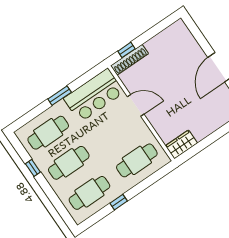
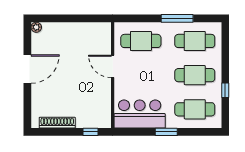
shoe rack: (130, 60) -> (57, 123), moved
door: (136, 105) -> (113, 66), moved
wardrobe: (181, 144) -> (98, 30), removed
window: (119, 202) -> (177, 18), width x2.17

